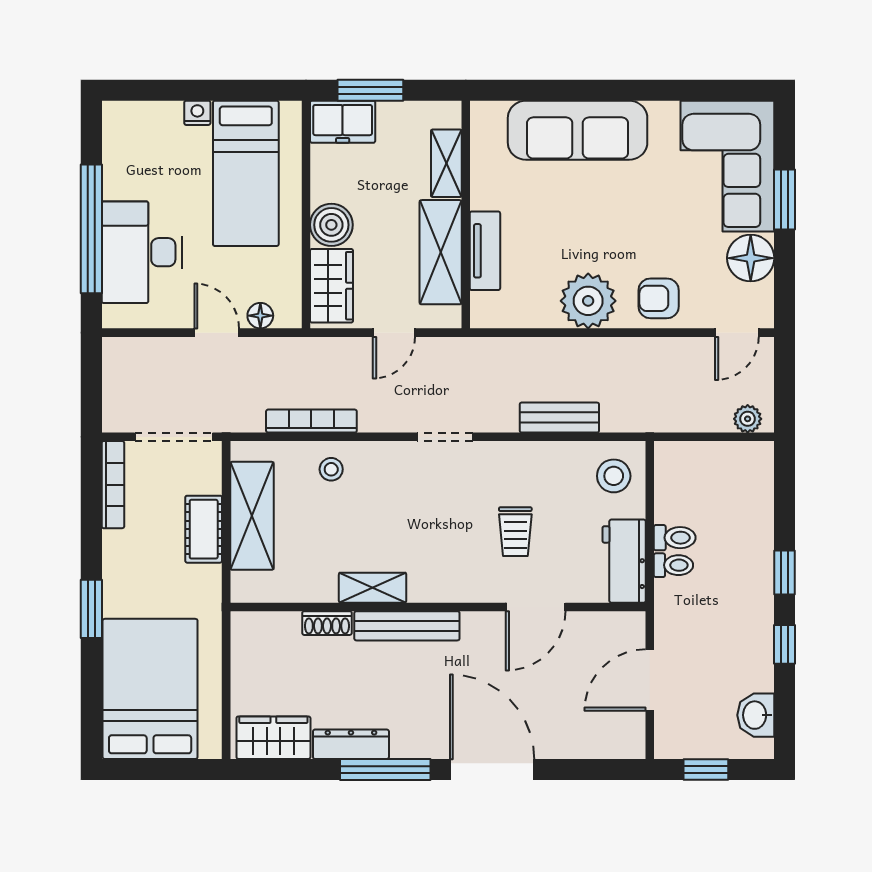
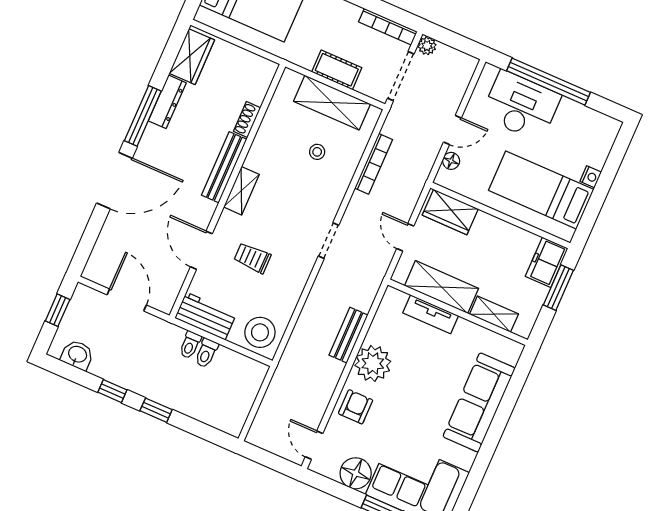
boiler: (331, 225) -> (487, 228), removed
bench: (559, 418) -> (348, 335), moved
plant: (748, 419) -> (427, 46), moved
stool: (331, 469) -> (317, 152), moved
stool: (614, 476) -> (260, 332), width x1.38, depth x1.38
shelving: (373, 588) -> (241, 191), moved

